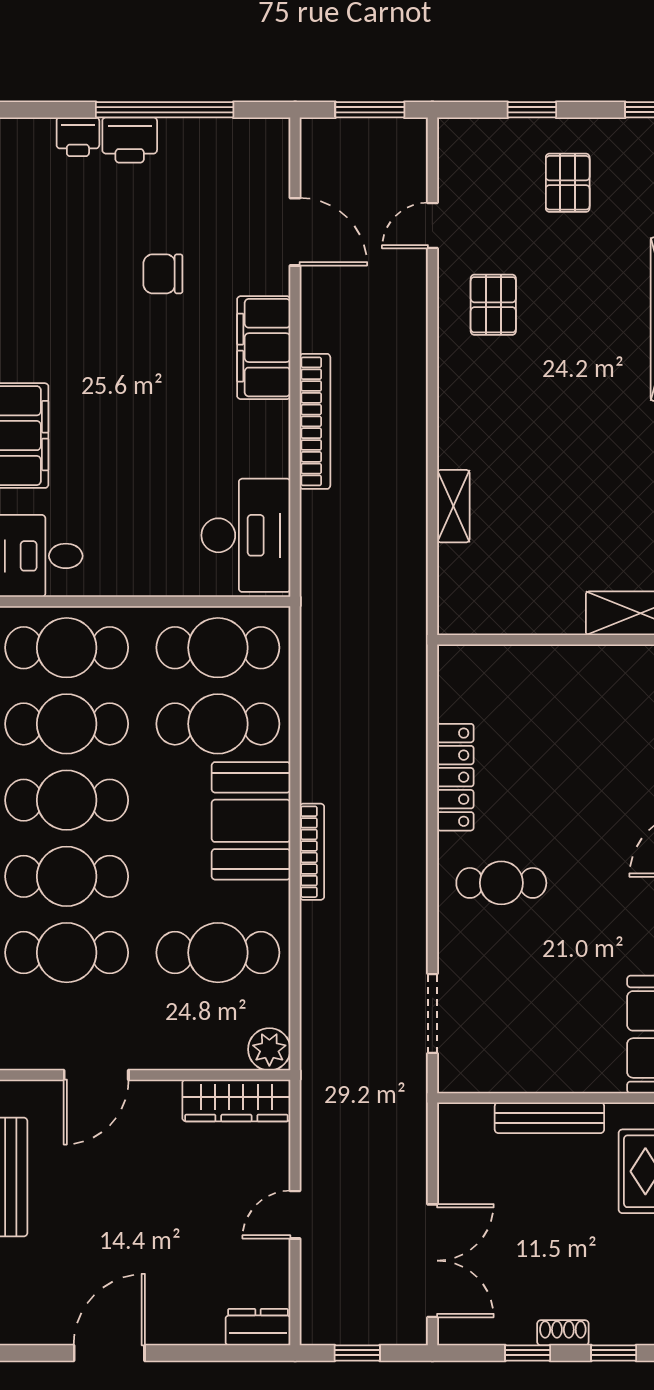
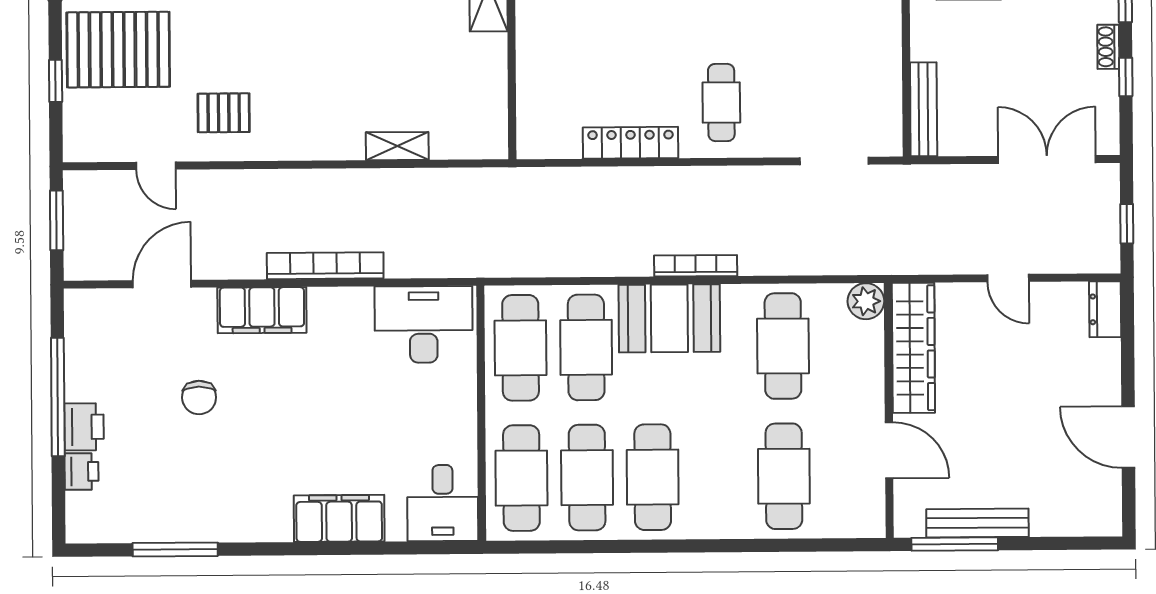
pallet: (568, 183) -> (118, 50), width x2.05, depth x2.00
cafe table: (67, 876) -> (718, 477), removed
wardrobe: (236, 1100) -> (913, 348), width x1.40, depth x1.17
bench: (549, 1118) -> (924, 109), moved

